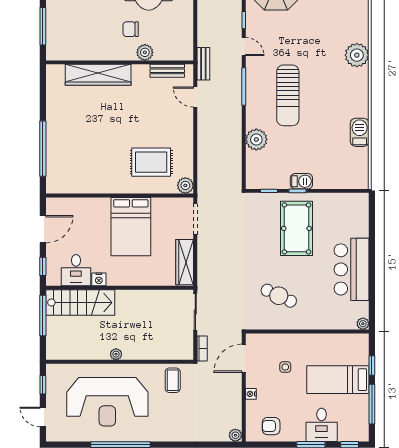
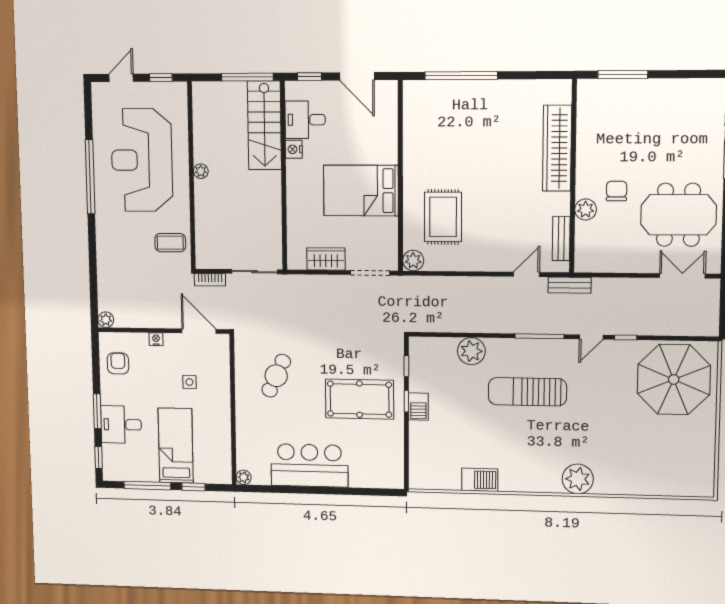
wardrobe: (185, 262) -> (326, 259), width x0.67

